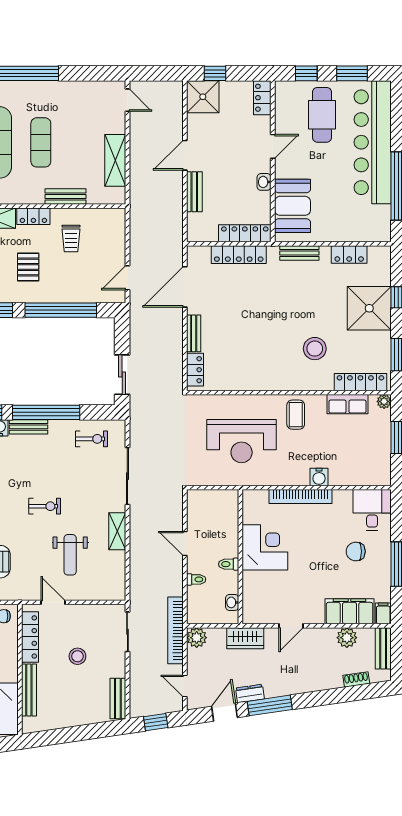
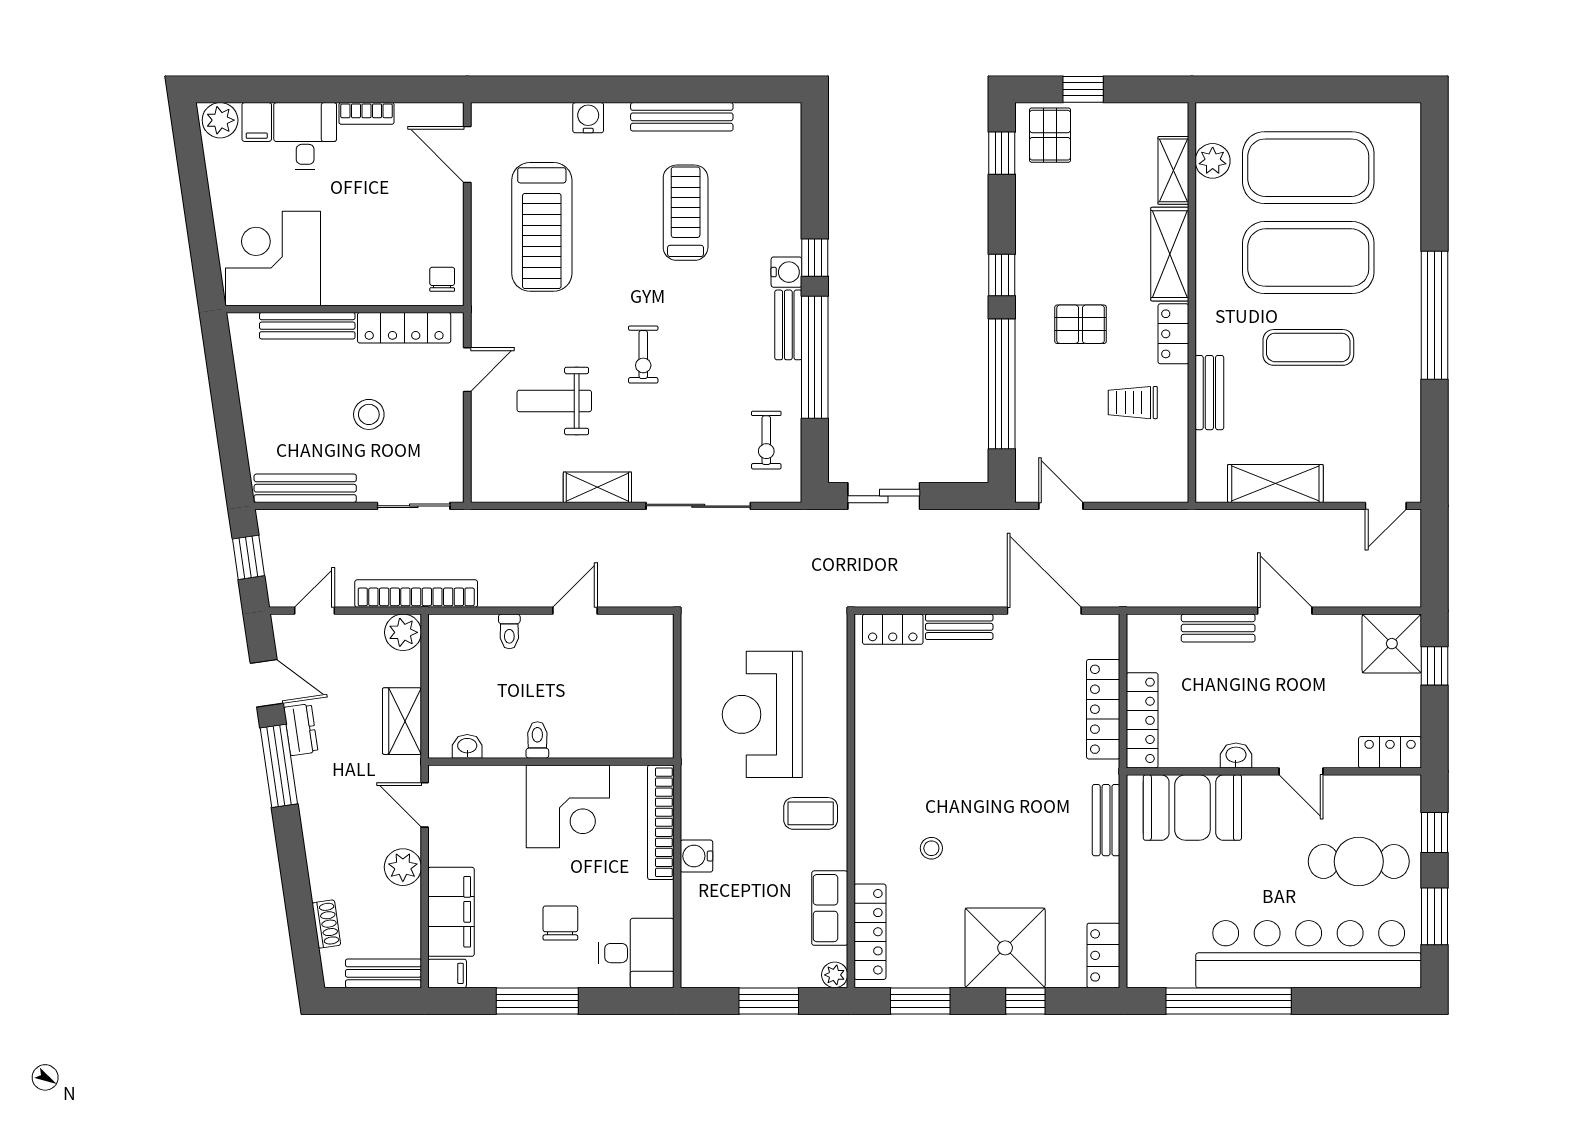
locker: (349, 254) -> (1103, 955), moved
stool: (315, 349) -> (931, 848), width x0.53, depth x0.53
corner desk: (265, 547) -> (568, 806), moved
wall: (240, 557) -> (551, 762), moved
toilet: (229, 564) -> (537, 740), moved
washbasin: (232, 602) -> (467, 746), moved
plant: (347, 638) -> (403, 867), moved
bench: (118, 698) -> (305, 488), width x1.36

